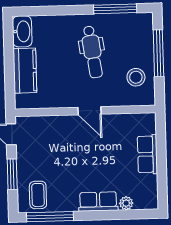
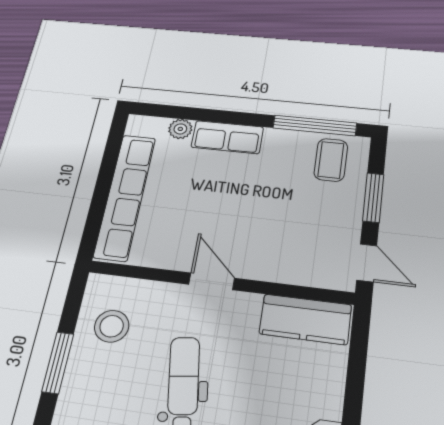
window: (158, 53) -> (58, 363), width x0.69
kitchen counter: (25, 71) -> (305, 319), moved, turned -90
row of seats: (147, 154) -> (125, 196), width x2.02

